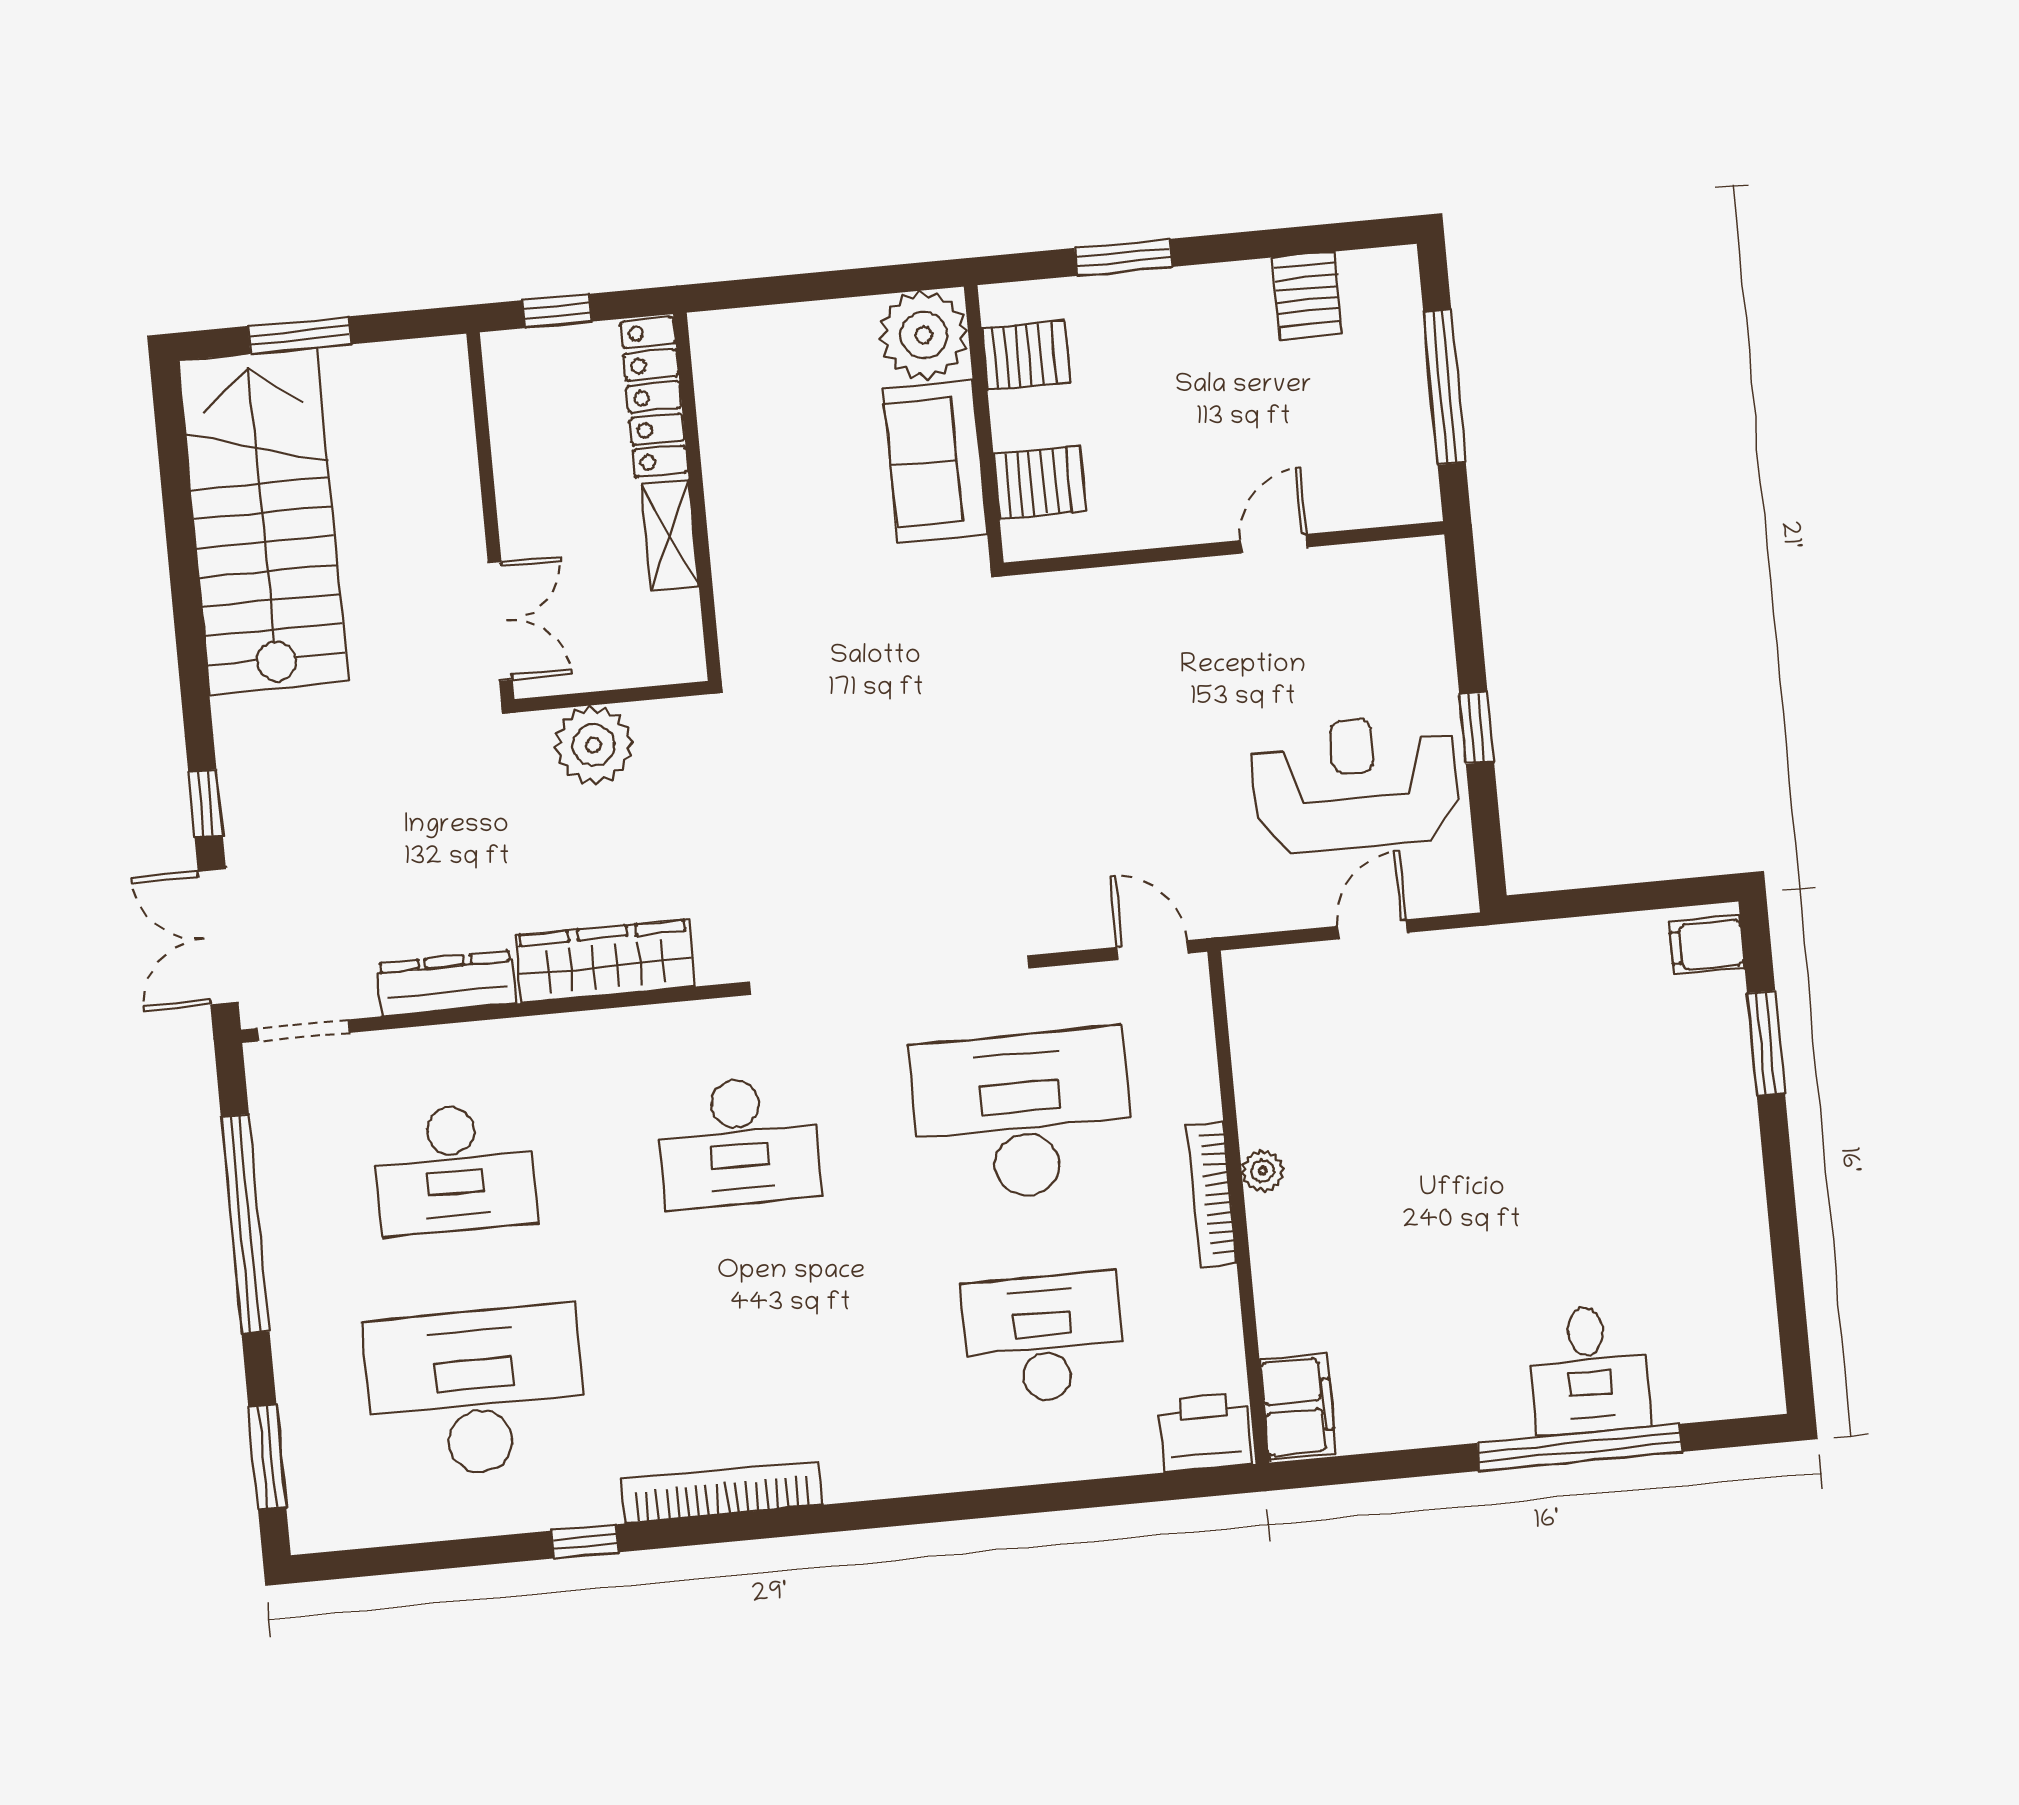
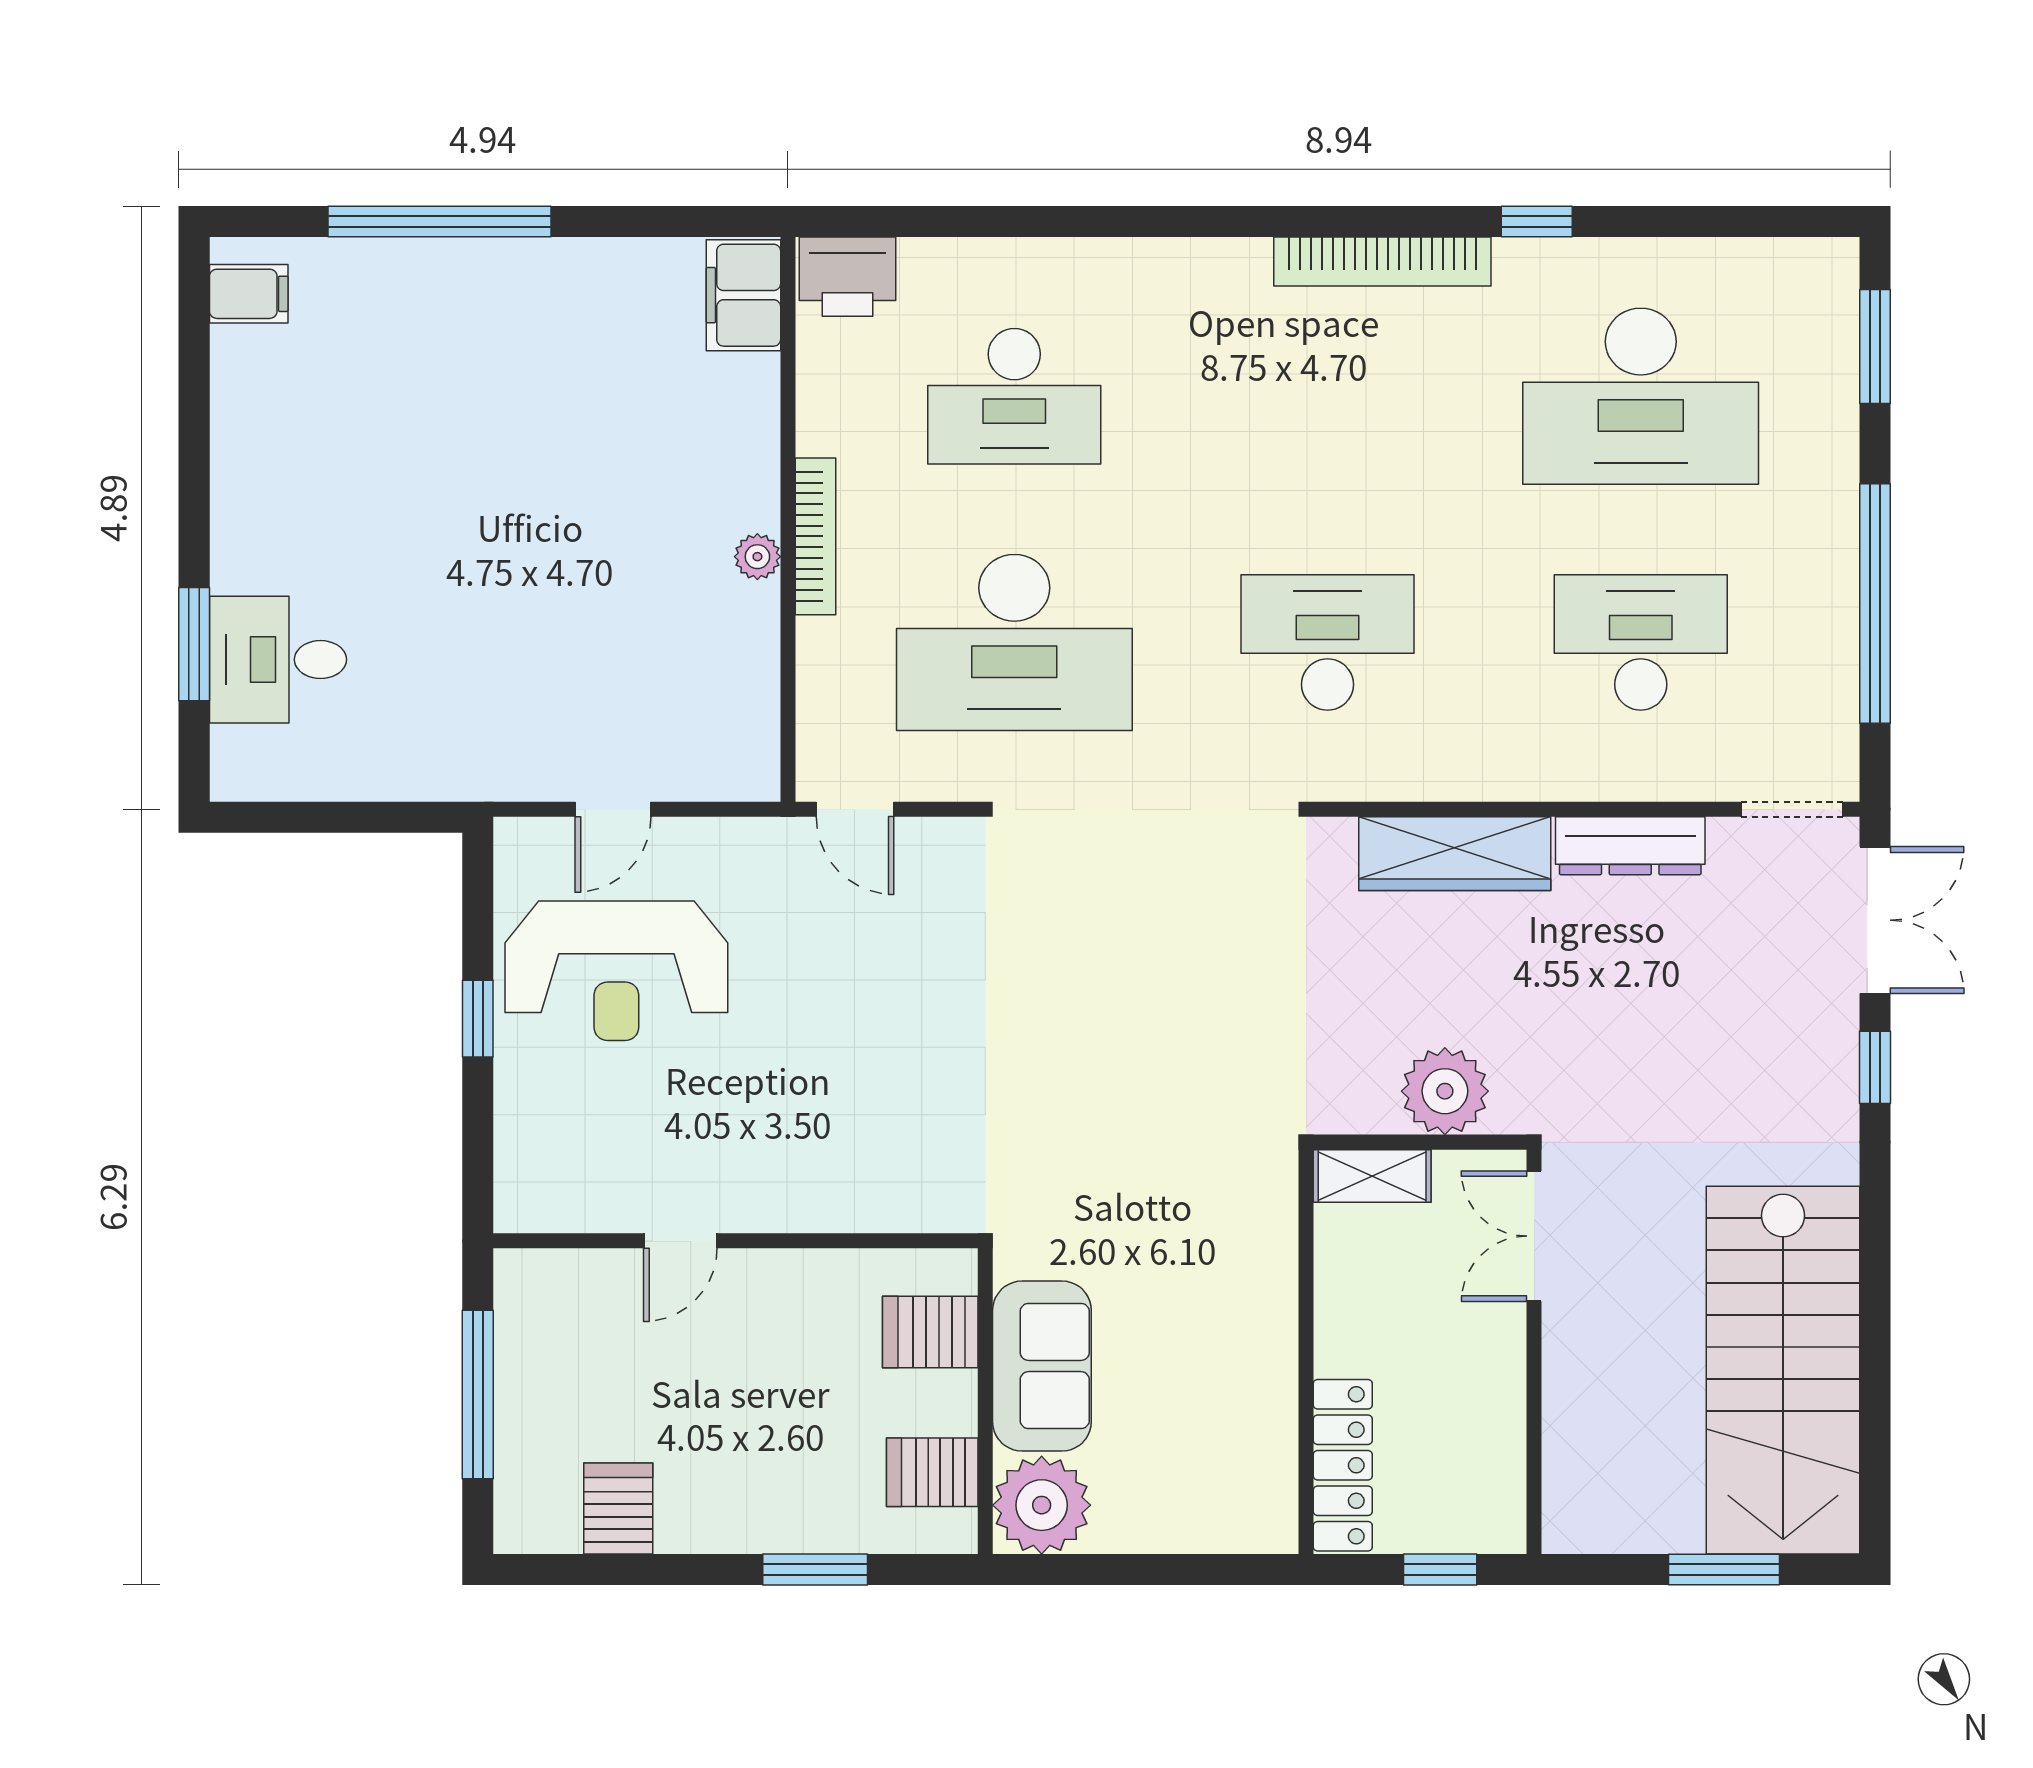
shelving: (670, 535) -> (1372, 1176), moved, turned 90
filing cabinet: (1707, 945) -> (249, 294), moved
desk: (1589, 1370) -> (278, 660), moved, turned -90

